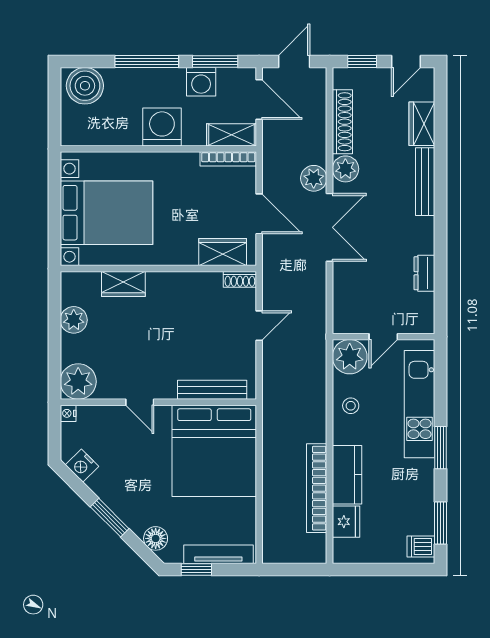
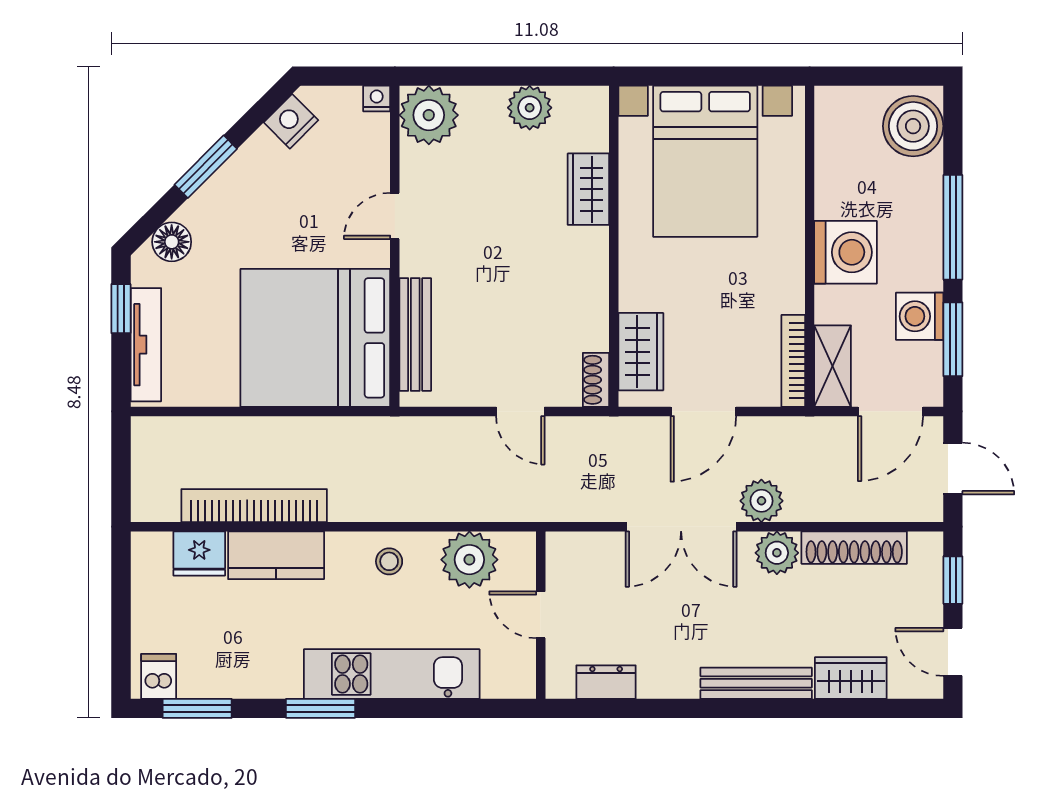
door: (383, 337) -> (541, 615), moved
wall: (384, 337) -> (541, 615), moved

